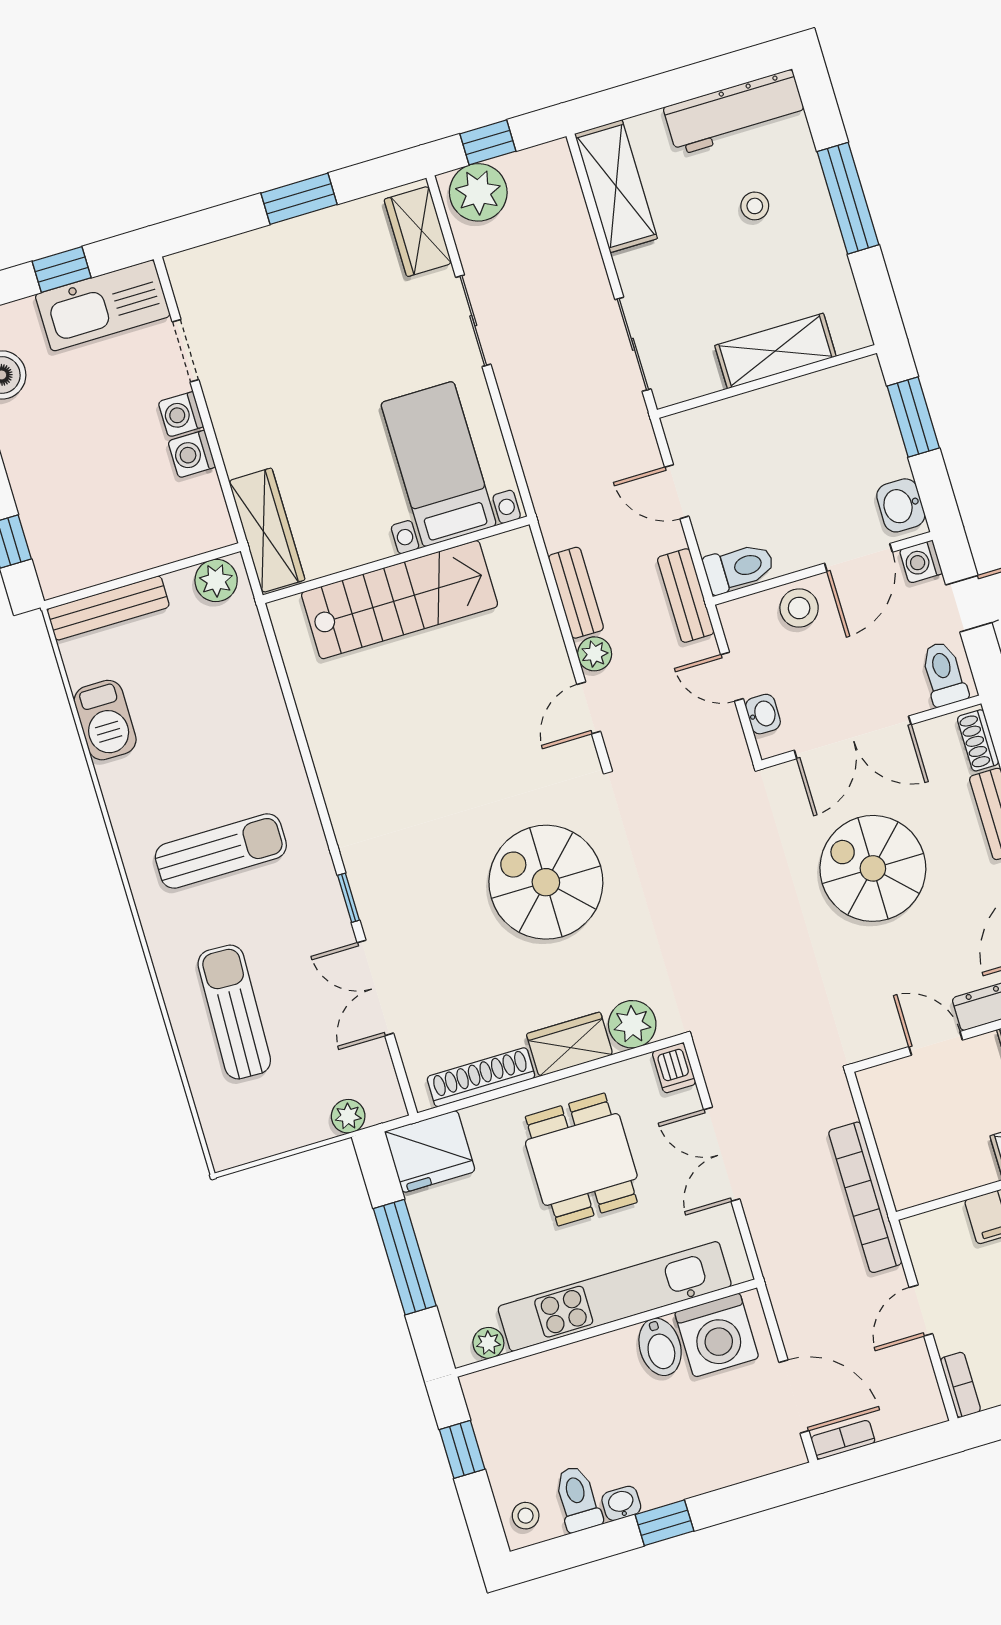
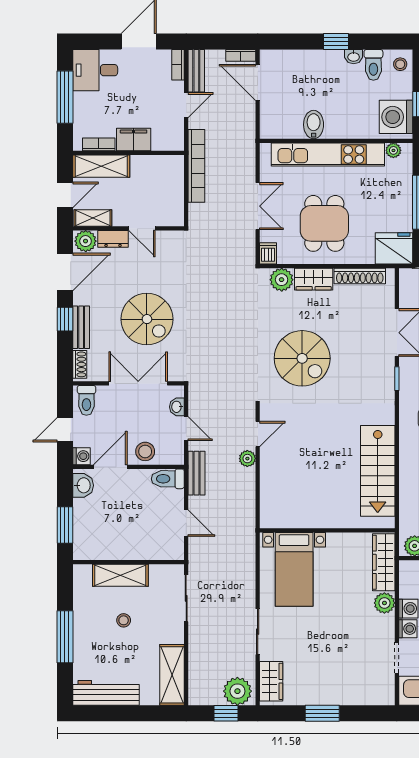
stool: (755, 206) -> (124, 620), moved
plant: (242, 451) -> (384, 603), added
bench: (576, 593) -> (196, 71), moved
stairs: (400, 600) -> (378, 471), moved, turned -90
washing machine: (717, 1335) -> (396, 117), moved, turned -90

